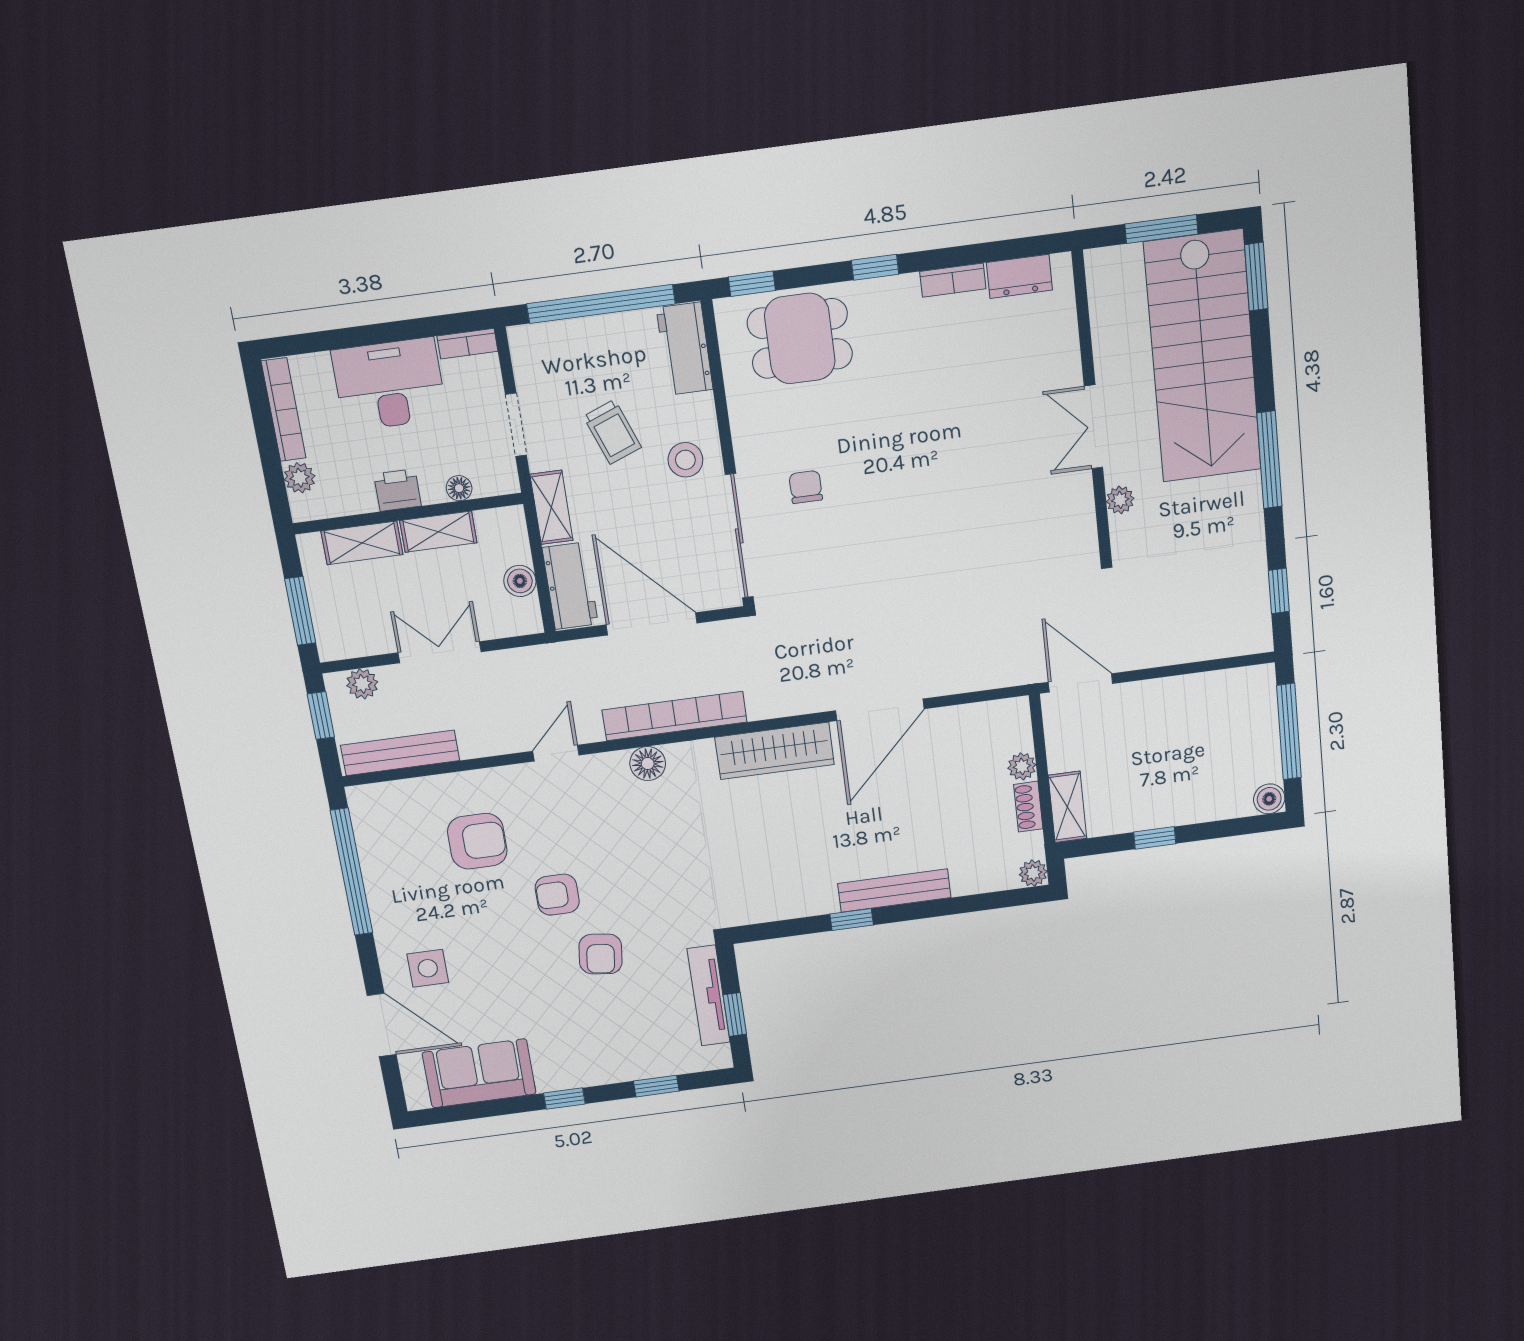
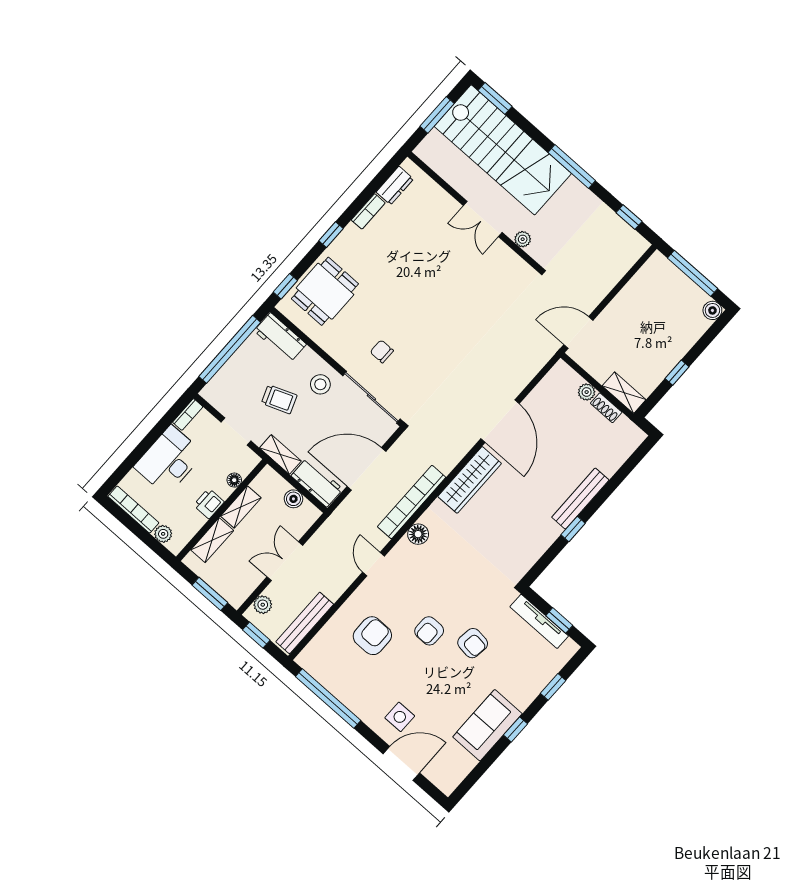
plant: (1033, 873) -> (636, 436), removed
sofa: (479, 1073) -> (487, 725), moved

